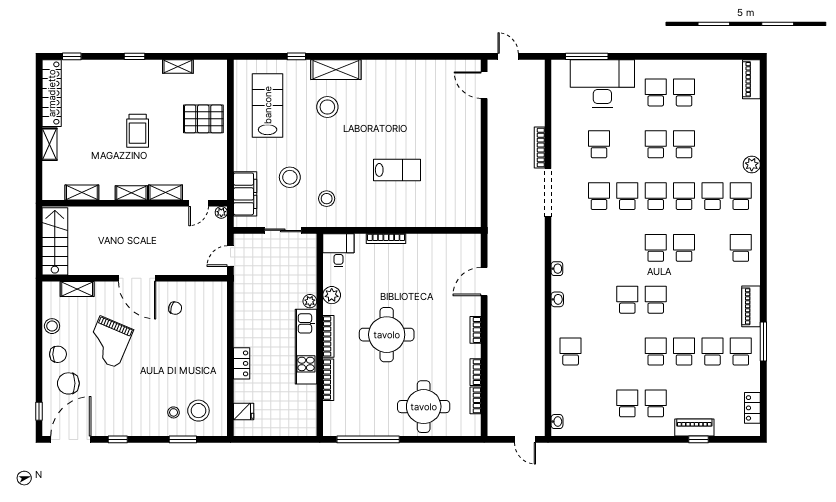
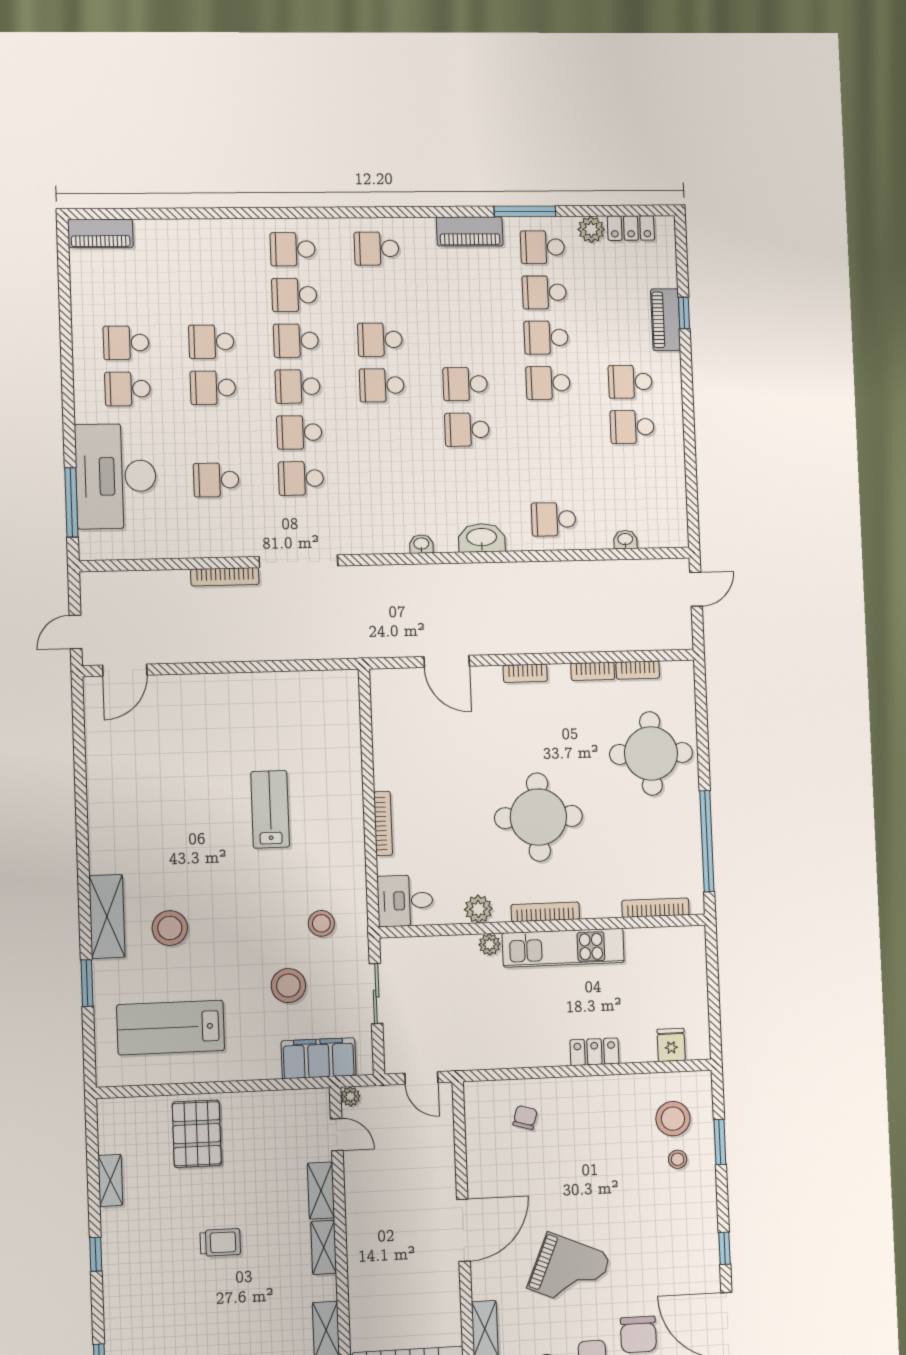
window: (296, 56) -> (87, 983), width x1.50
trolley: (138, 131) -> (220, 1242), width x0.73, depth x0.72
plant: (752, 164) -> (591, 229), moved
washbasin: (557, 299) -> (482, 538), width x1.91, depth x1.45
chair: (175, 308) -> (525, 1117), moved
bookcase: (328, 380) -> (655, 908), moved
washbasin: (557, 422) -> (625, 540), moved

